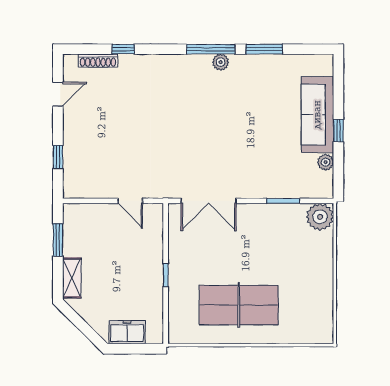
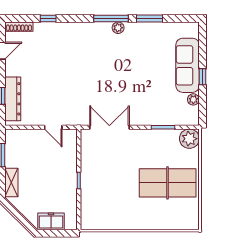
shoe rack: (98, 61) -> (19, 27), moved
dresser: (74, 161) -> (13, 99), added
double door: (209, 201) -> (109, 127), swing flipped
table tennis table: (239, 305) -> (168, 183), moved

